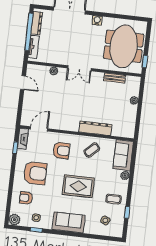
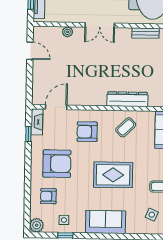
armchair: (61, 151) -> (87, 132), turned 180

